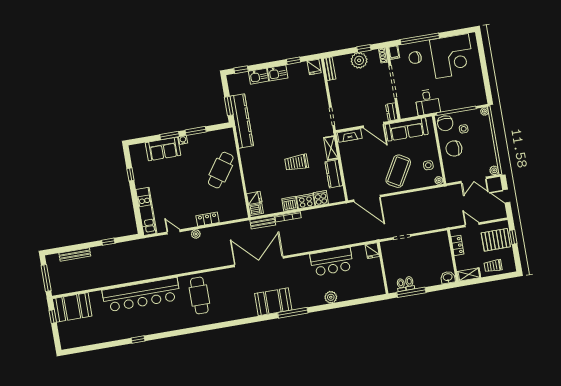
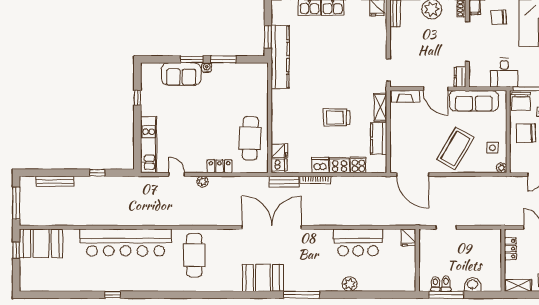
cafe table: (221, 170) -> (250, 138), moved, turned -33
washbasin: (448, 277) -> (473, 285), moved
booth: (273, 302) -> (263, 278), moved

